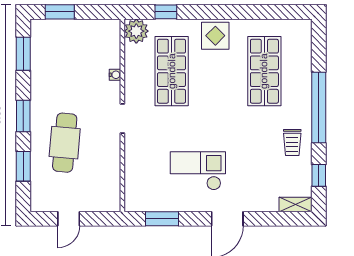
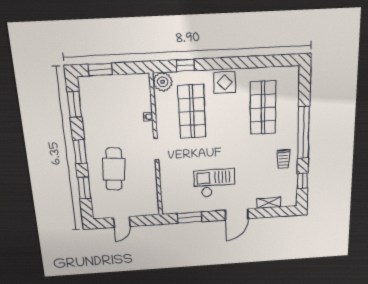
shelving: (295, 204) -> (269, 203), moved

